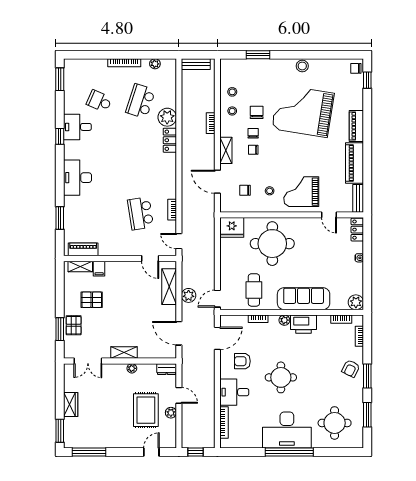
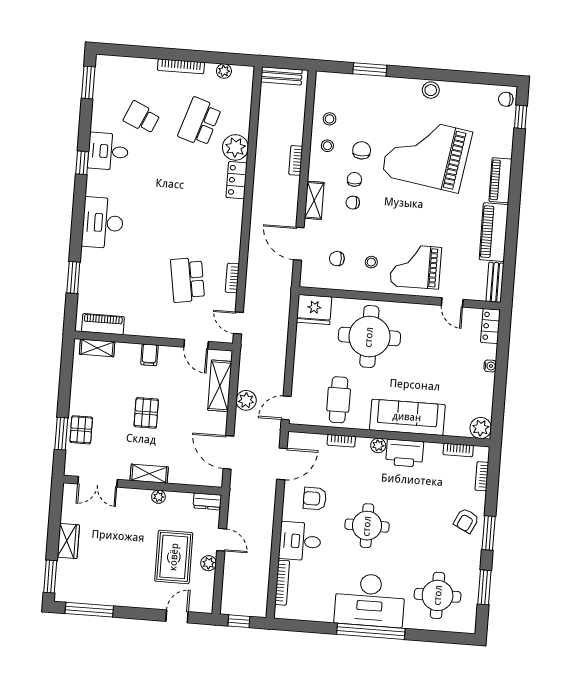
filing cabinet: (99, 269) -> (149, 355), moved
pallet: (92, 300) -> (146, 413), moved, turned 90

